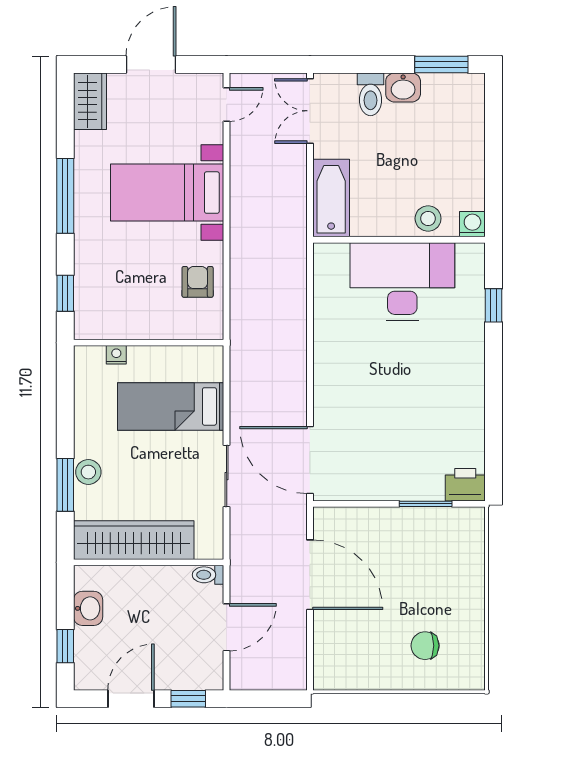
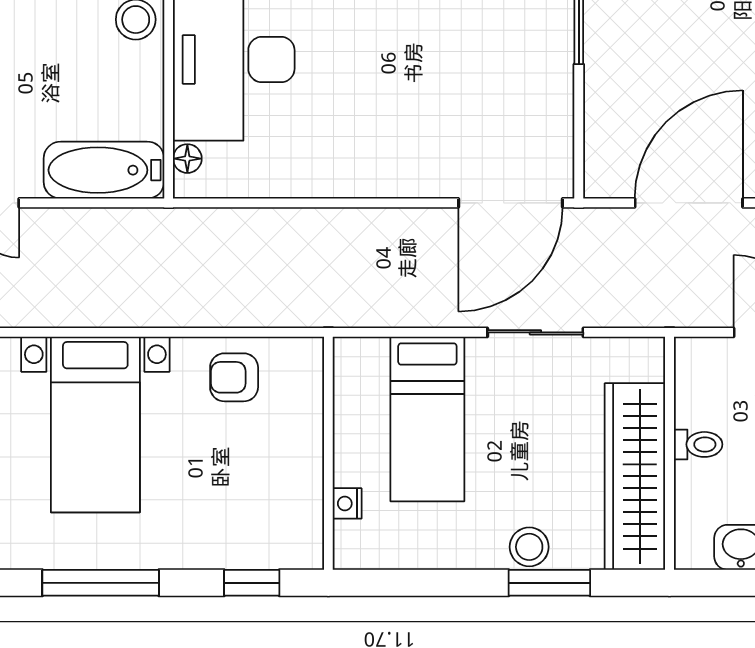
floor lamp: (339, 252) -> (187, 159), added
toilet: (208, 575) -> (698, 444), moved, turned -90

